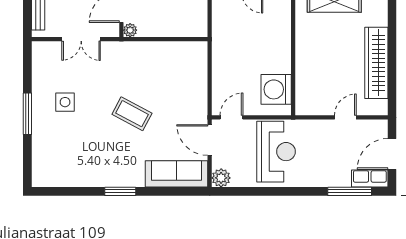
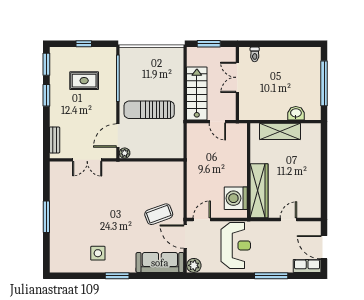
wardrobe: (376, 63) -> (259, 191), moved, turned 180
side table: (65, 102) -> (98, 253), moved
coffee table: (132, 114) -> (159, 214), moved, turned -48
door: (392, 154) -> (324, 247), hinge flipped
window: (350, 191) -> (271, 276), moved

